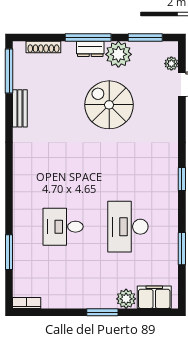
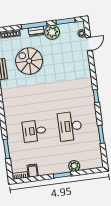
spiral stairs: (109, 105) -> (29, 61), moved
filing cabinet: (154, 297) -> (33, 171), moved, width x0.50

